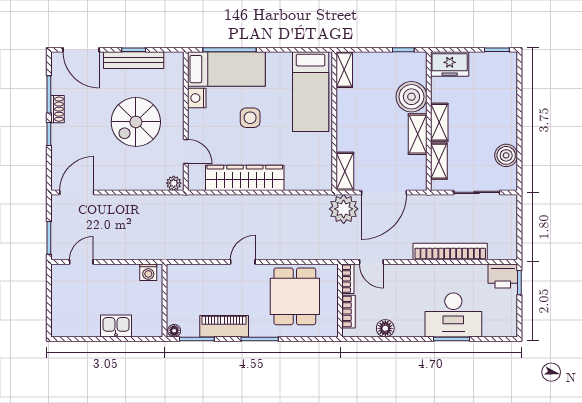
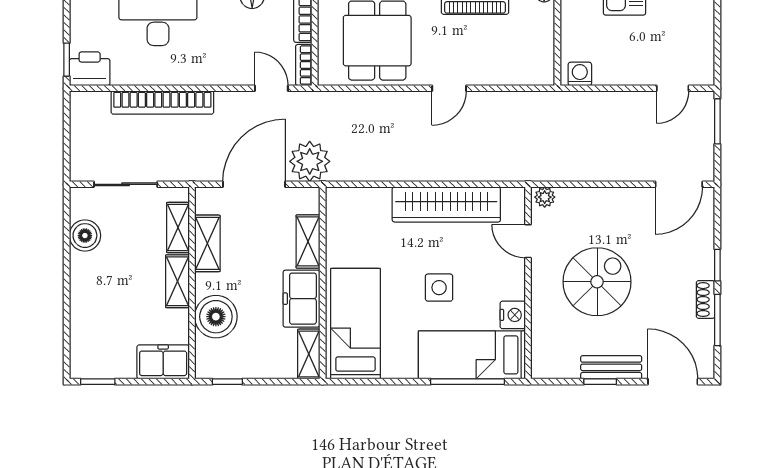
bench: (134, 60) -> (611, 367), width x0.73
freezer: (350, 110) -> (301, 299), added
shelving: (418, 134) -> (207, 243), moved
shelving: (345, 171) -> (308, 241), moved

